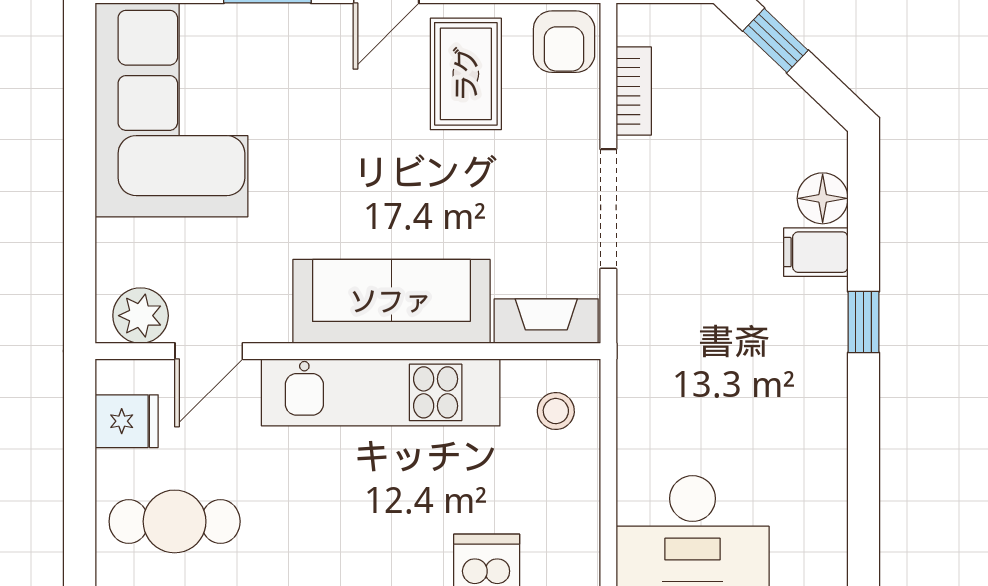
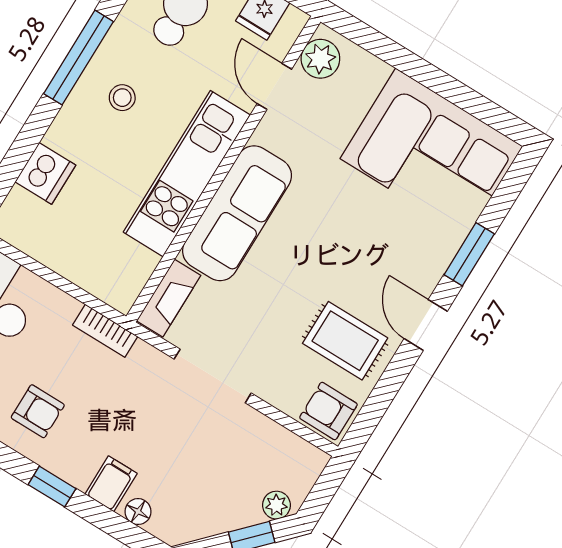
plant: (718, 34) -> (276, 505), added
bookcase: (634, 91) -> (105, 331), moved
floor lamp: (823, 198) -> (138, 512), width x0.73, depth x0.73
armchair: (782, 396) -> (38, 411), added
stool: (556, 411) -> (122, 98), moved

